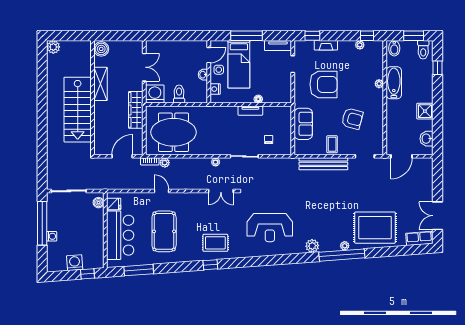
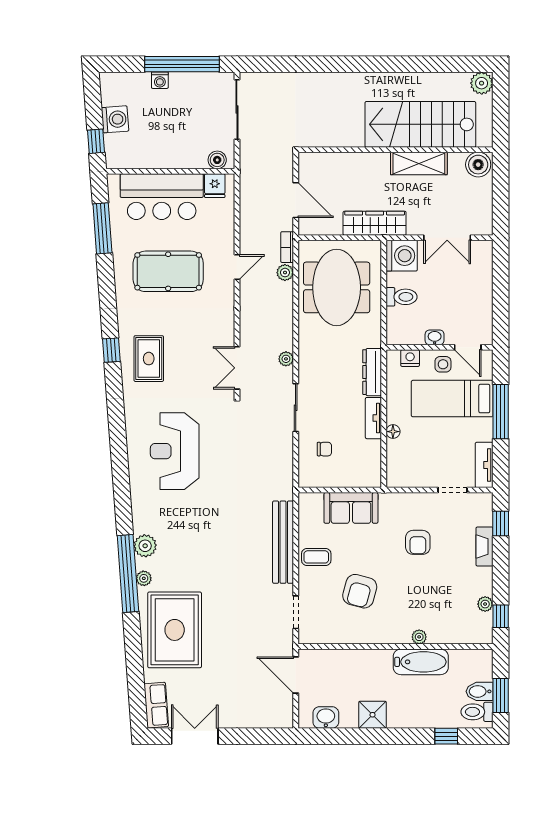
bidet: (394, 48) -> (479, 691), moved
armchair: (323, 84) -> (418, 542), width x0.53, depth x0.53
stairs: (78, 110) -> (420, 124), moved
dresser: (223, 111) -> (372, 372), added
plant: (312, 246) -> (145, 546), moved

